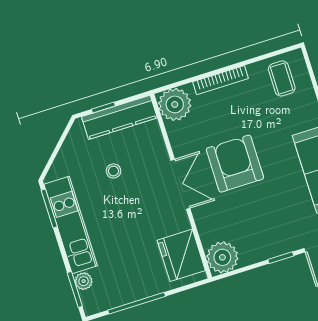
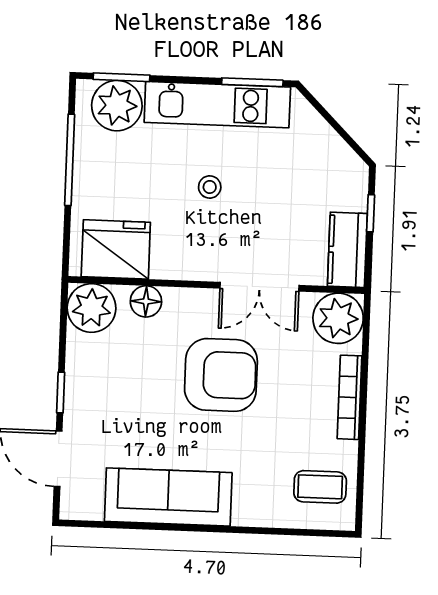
kitchen counter: (119, 117) -> (347, 250), width x0.67
stool: (113, 171) -> (210, 187), moved
double door: (180, 184) -> (259, 287), moved
floor lamp: (206, 226) -> (146, 301), added
plant: (84, 281) -> (117, 106), width x1.88, depth x1.88

